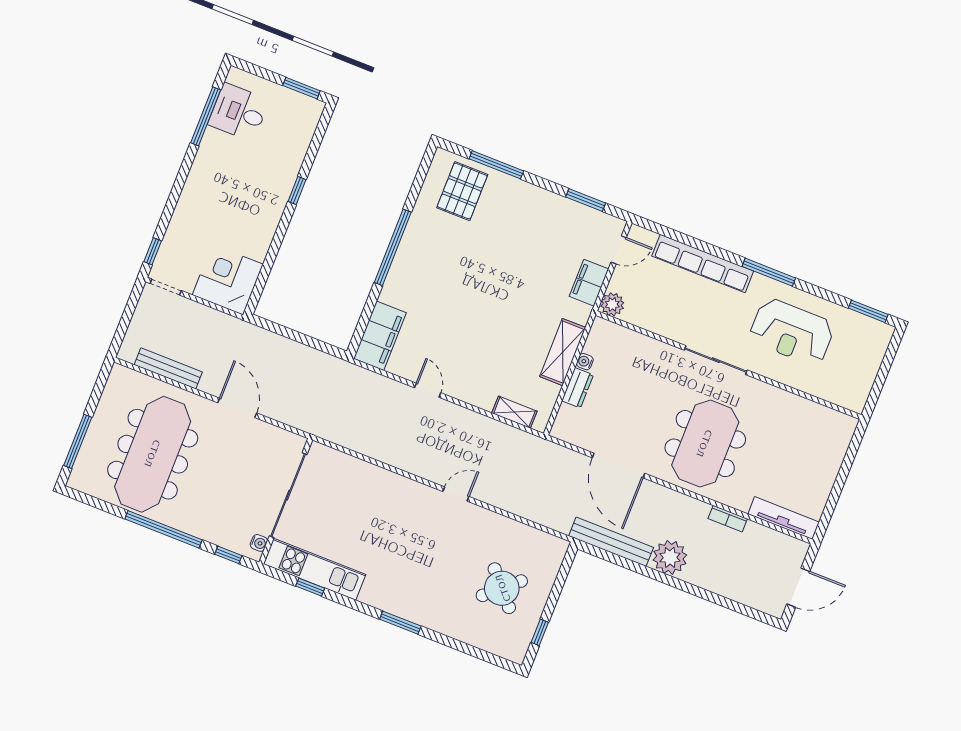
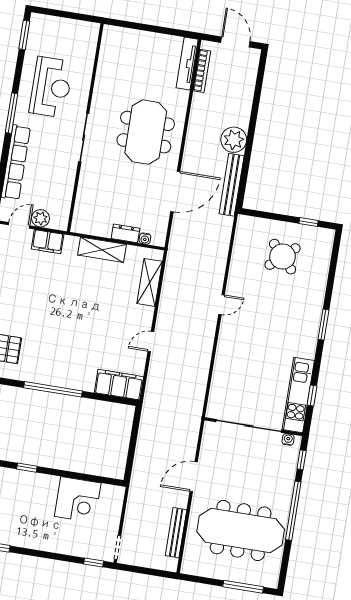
door: (619, 250) -> (19, 225), hinge flipped
corner desk: (228, 280) -> (78, 500), moved, turned -90
plant: (612, 304) -> (41, 218), moved
water cooler: (585, 362) -> (145, 239), moved
shelving: (514, 412) -> (150, 282), width x1.50, depth x1.33
meeting table: (705, 444) -> (146, 132), turned 90
door: (456, 494) -> (222, 305), swing flipped
bookcase: (728, 519) -> (202, 71), moved, width x1.56

